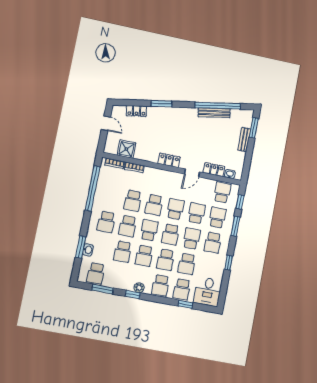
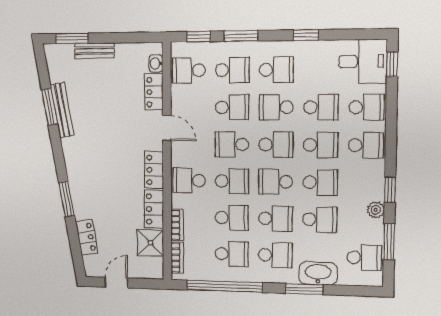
window: (218, 106) -> (50, 107), width x0.47
locker: (146, 155) -> (154, 209), added
school desk: (159, 180) -> (189, 181), added
school desk: (111, 196) -> (232, 254), added
school desk: (196, 213) -> (232, 107), turned 180
school desk: (217, 217) -> (232, 70), turned 180
window: (81, 247) -> (304, 289), moved
washbasin: (88, 250) -> (318, 273), width x1.91, depth x1.45
plant: (139, 288) -> (376, 210), moved
window: (185, 304) -> (392, 64), moved

